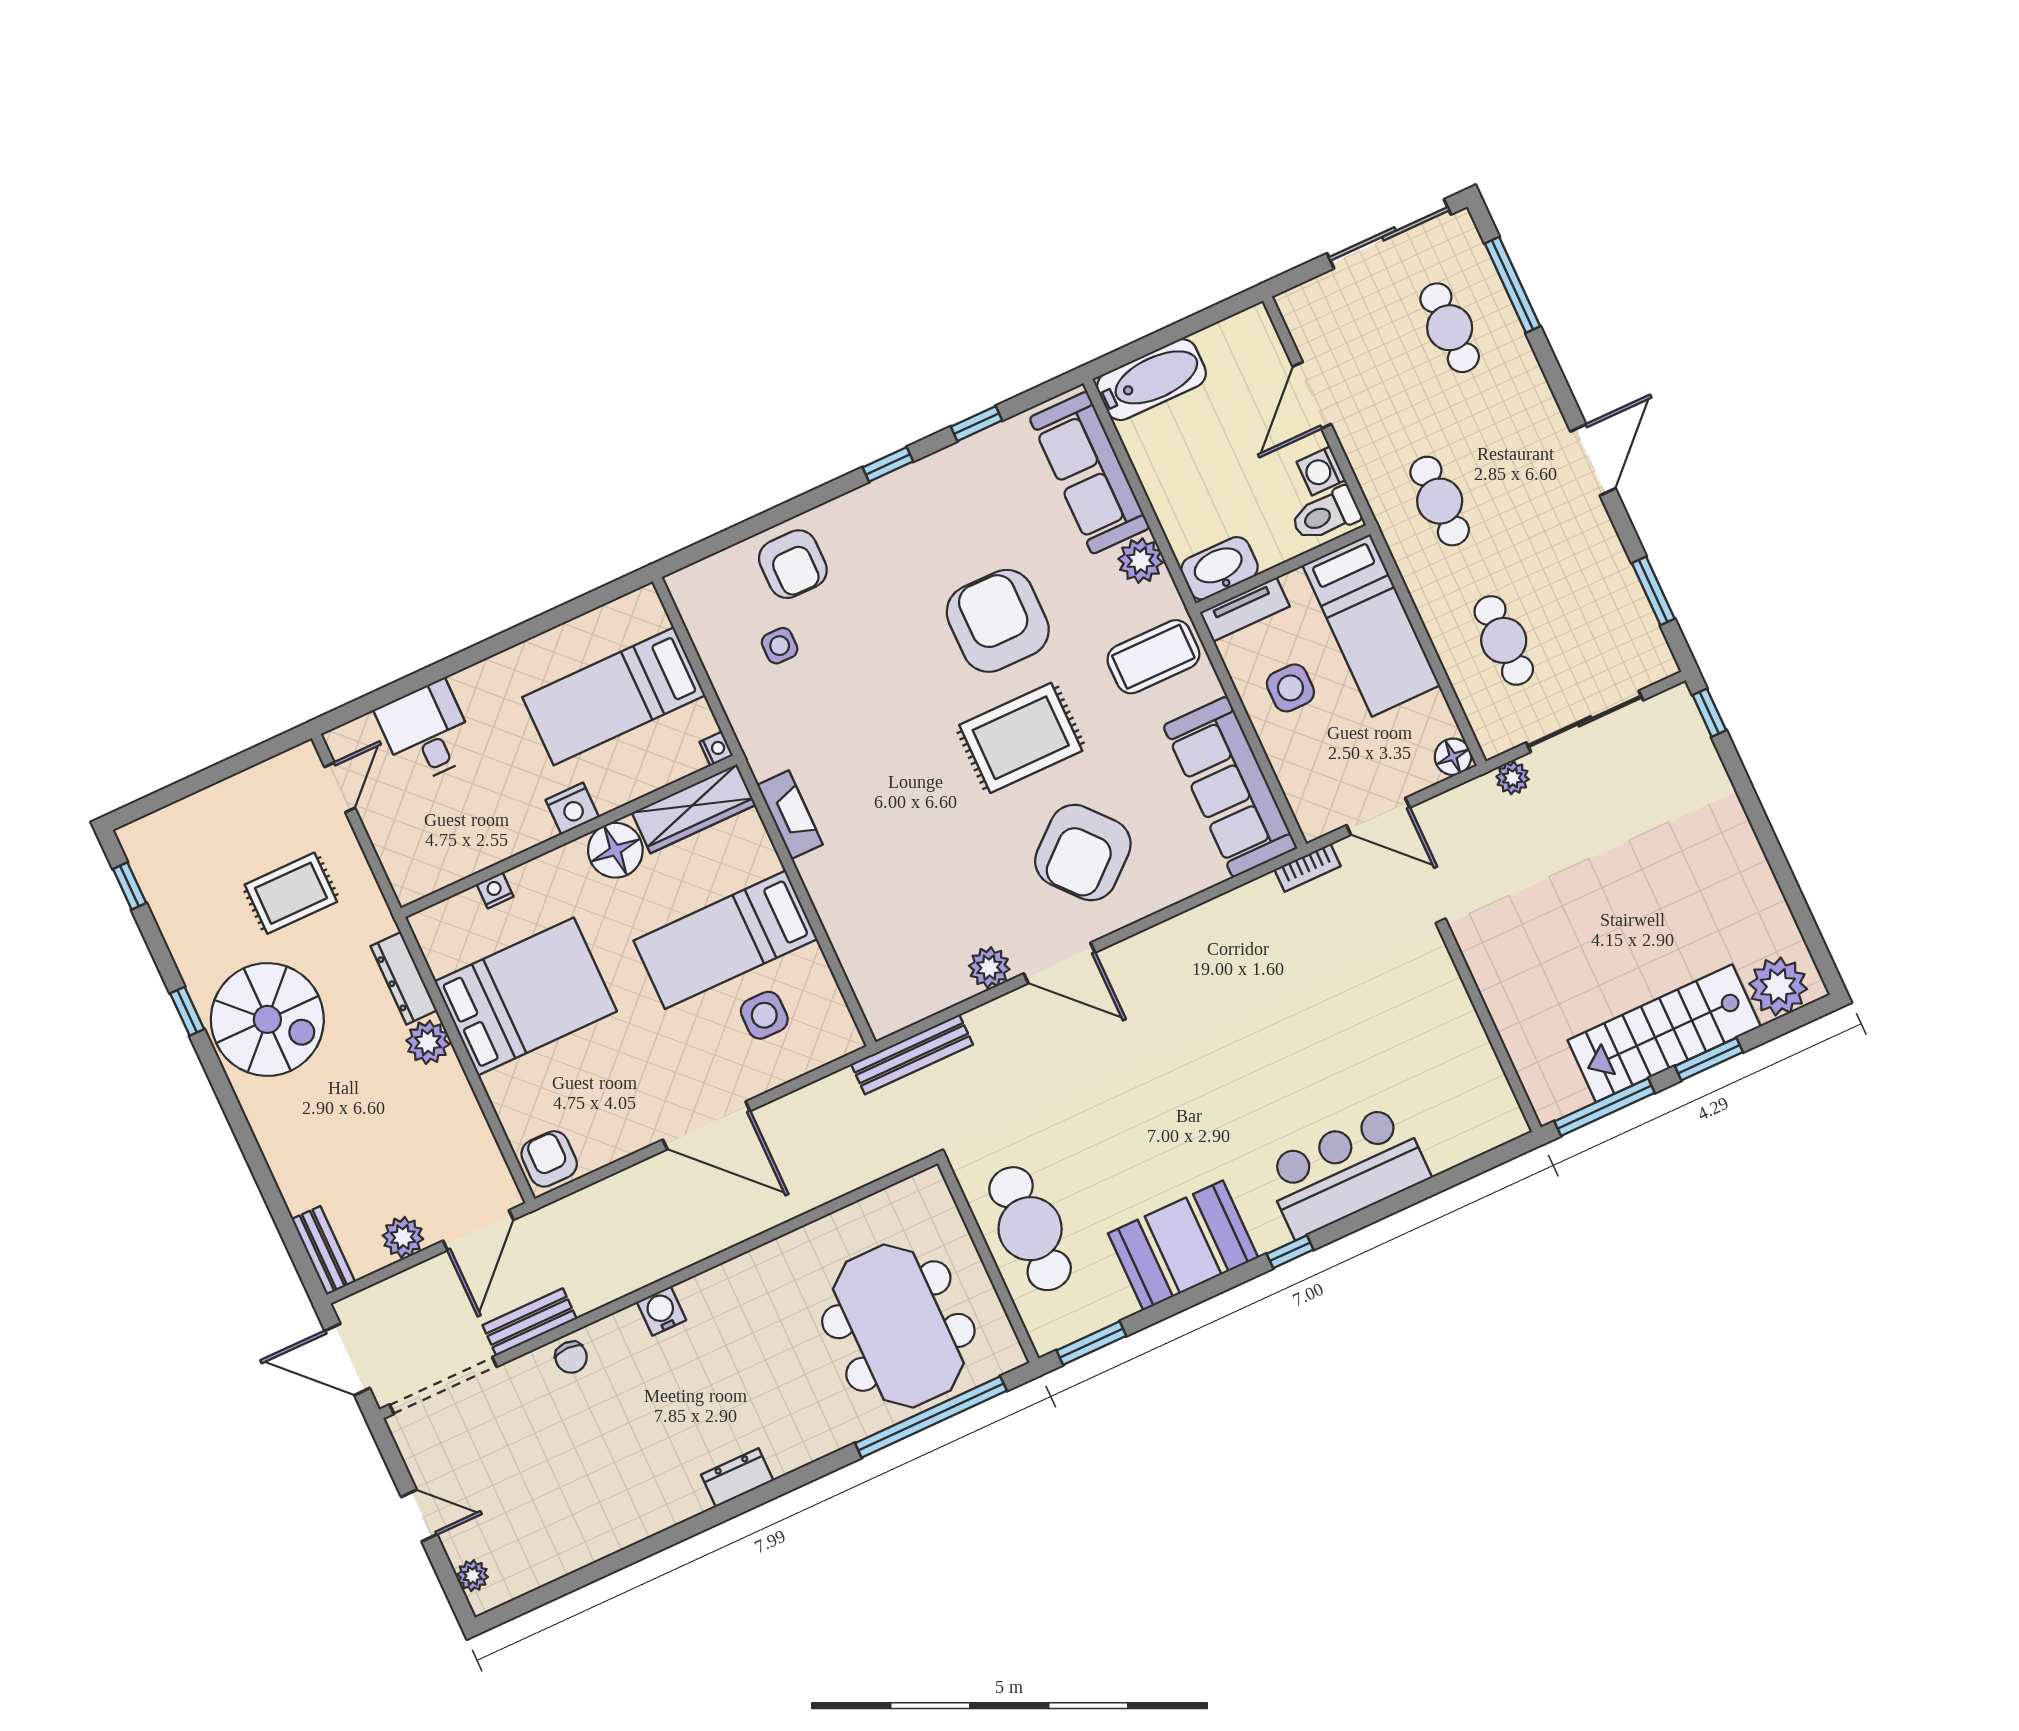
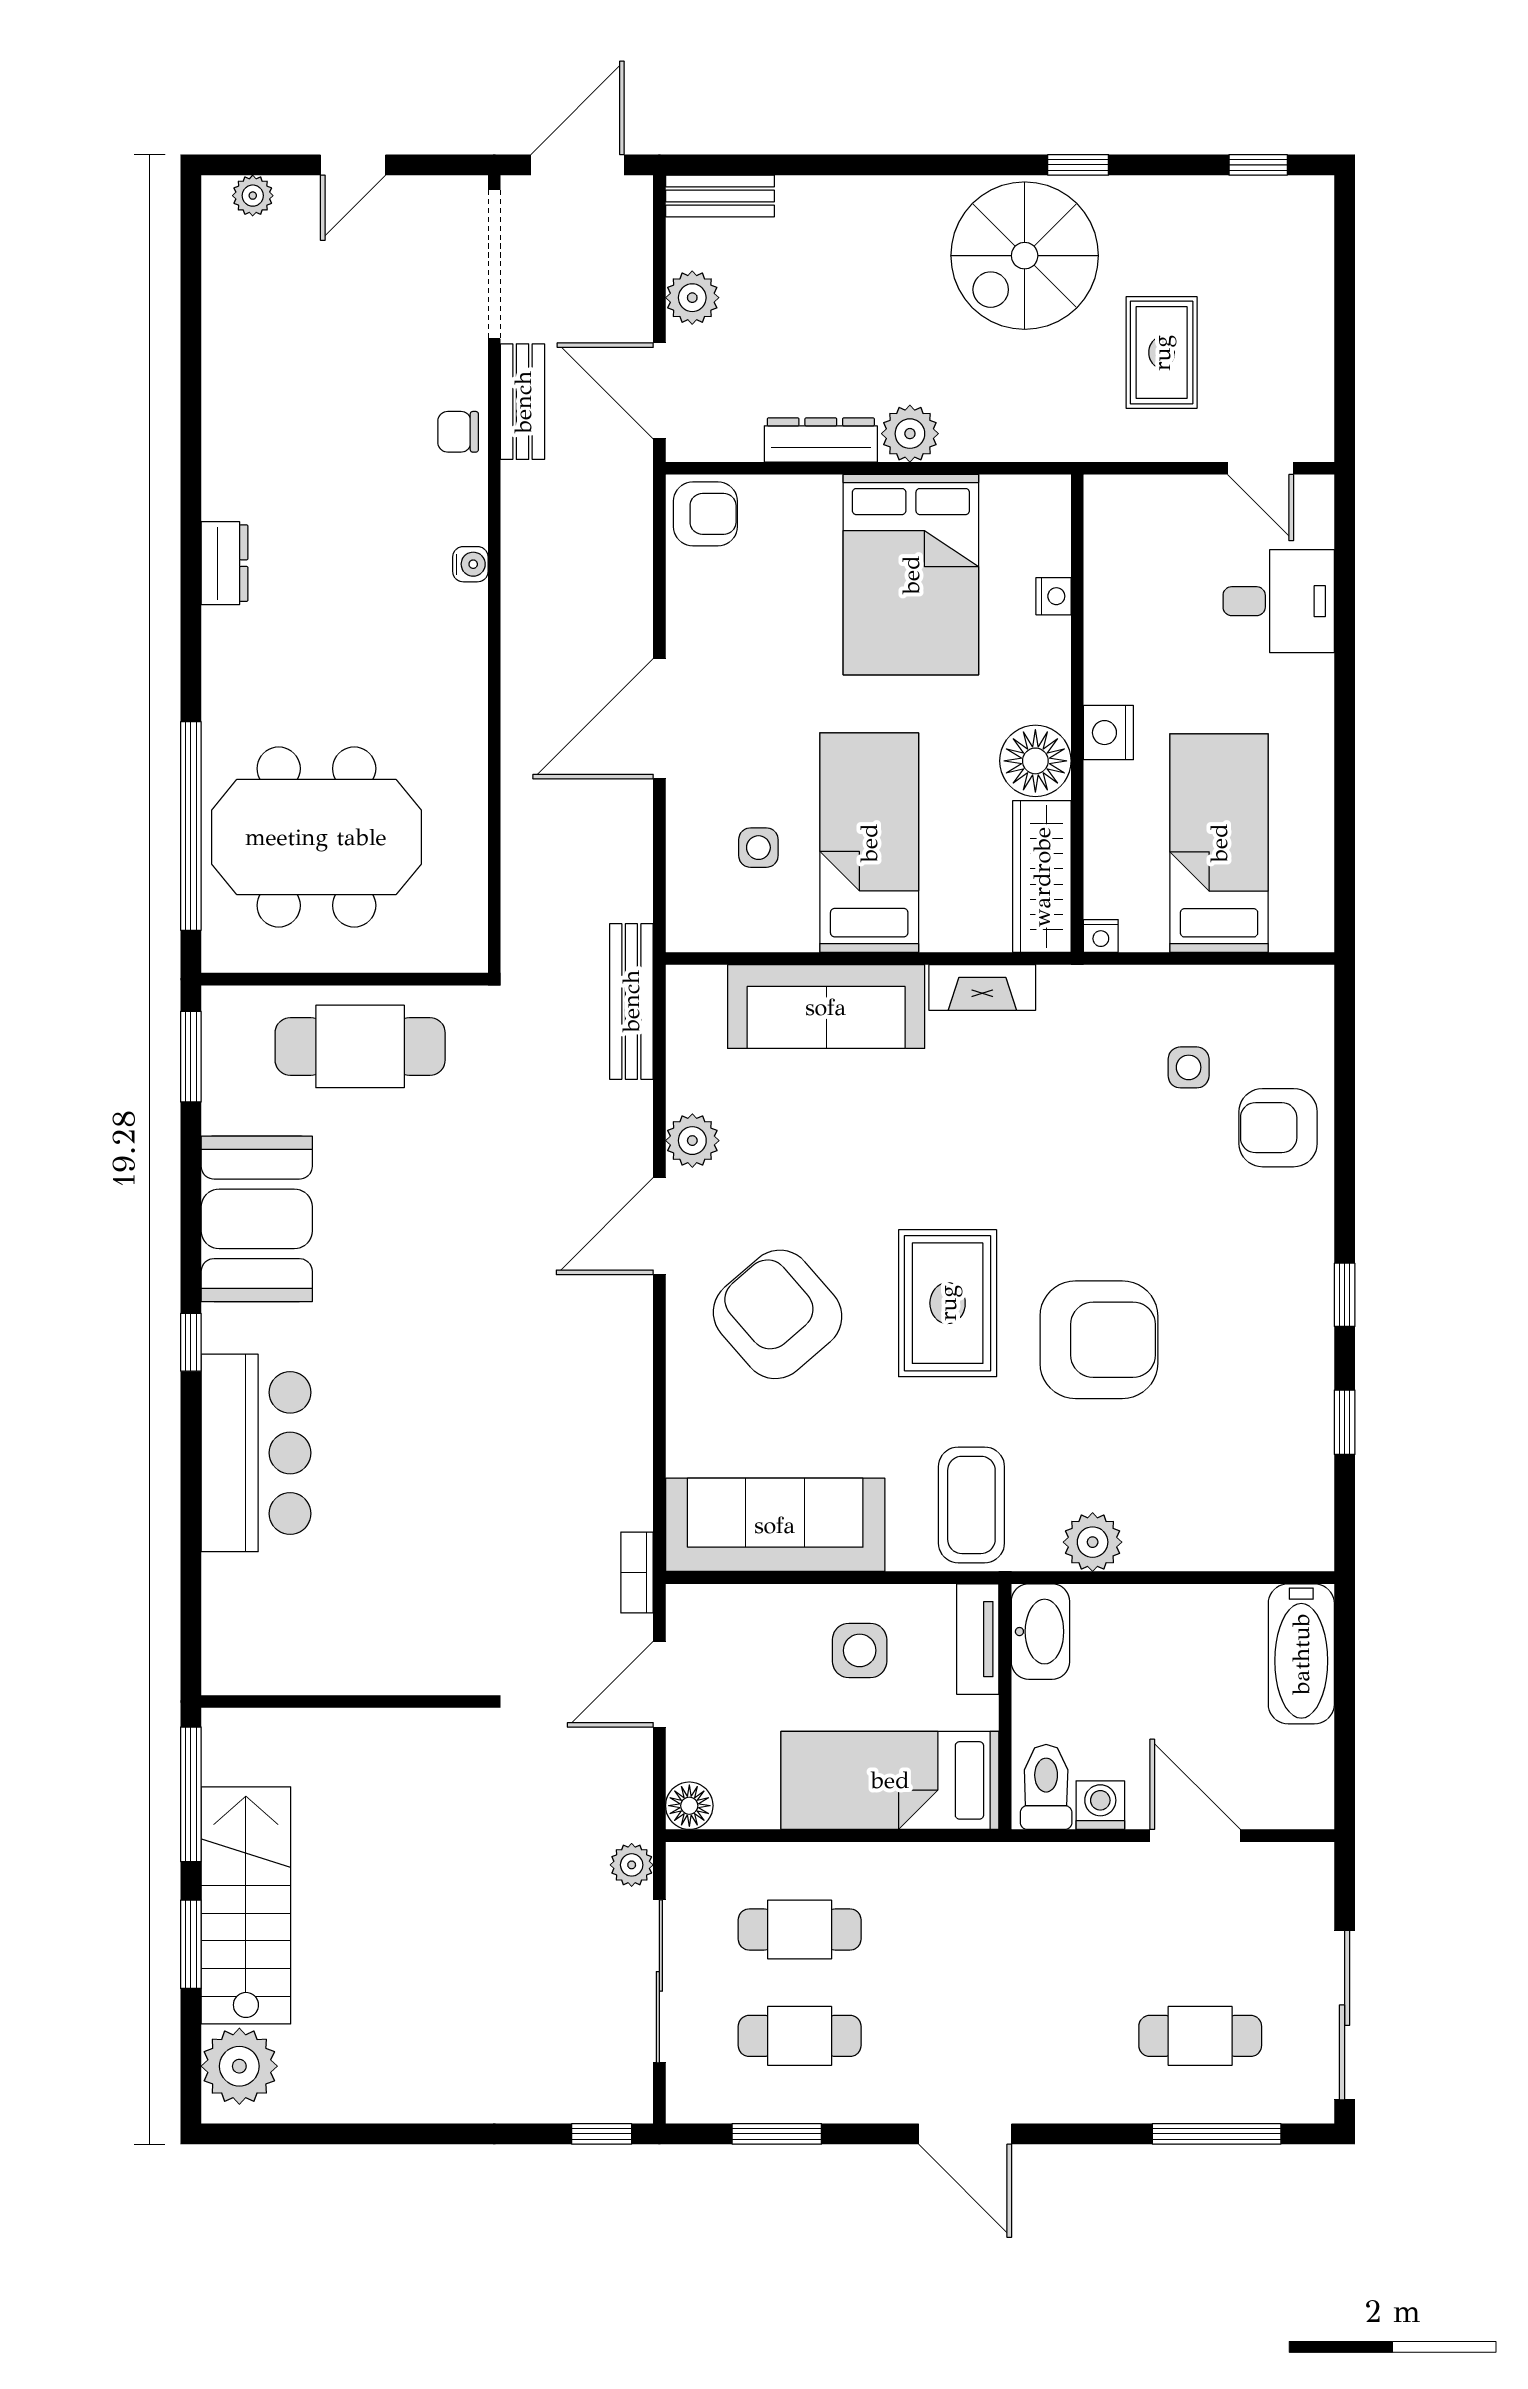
sofa: (1090, 473) -> (826, 1007), moved, turned 180
cafe table: (1440, 501) -> (800, 2036), moved
dresser: (404, 978) -> (821, 440), moved
side table: (764, 1015) -> (758, 848), width x0.73, depth x0.73
water cooler: (661, 1311) -> (470, 564), width x0.72, depth x0.72

